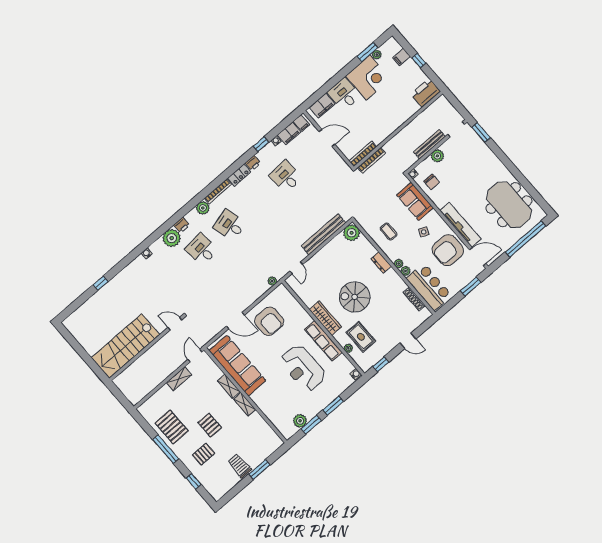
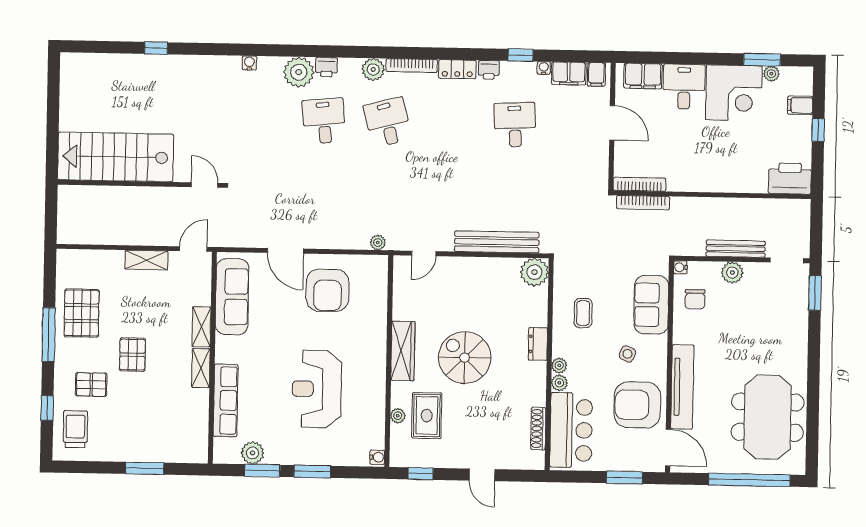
row of seats: (323, 341) -> (226, 400), moved, turned 180
sofa: (237, 366) -> (232, 297), width x0.74, depth x0.79
trolley: (240, 466) -> (75, 429), moved

